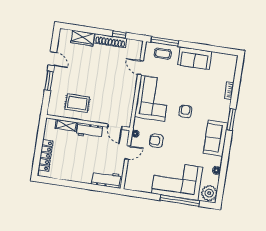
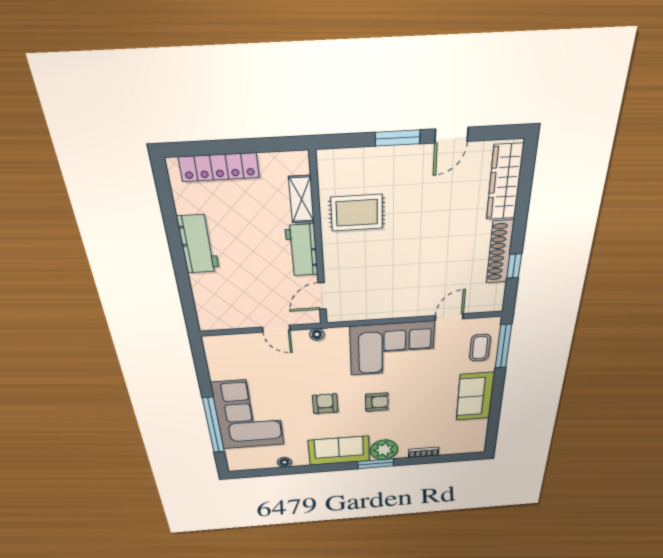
wardrobe: (83, 38) -> (505, 182), width x1.50
rug: (77, 103) -> (357, 213), turned 90
armchair: (156, 141) -> (325, 404), moved
workbench: (106, 179) -> (198, 244), moved
plant: (209, 193) -> (384, 450), moved

